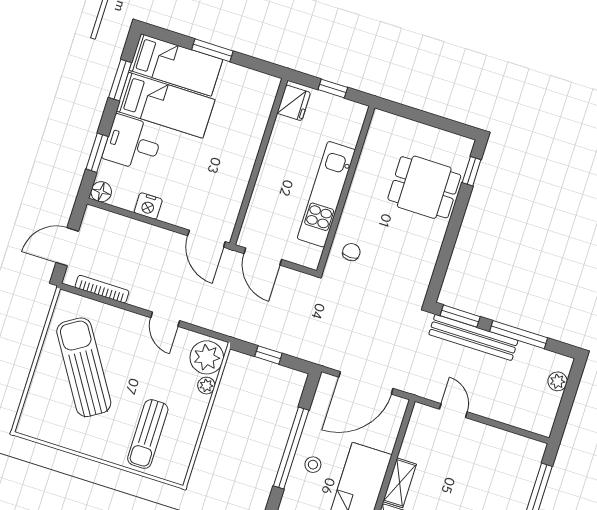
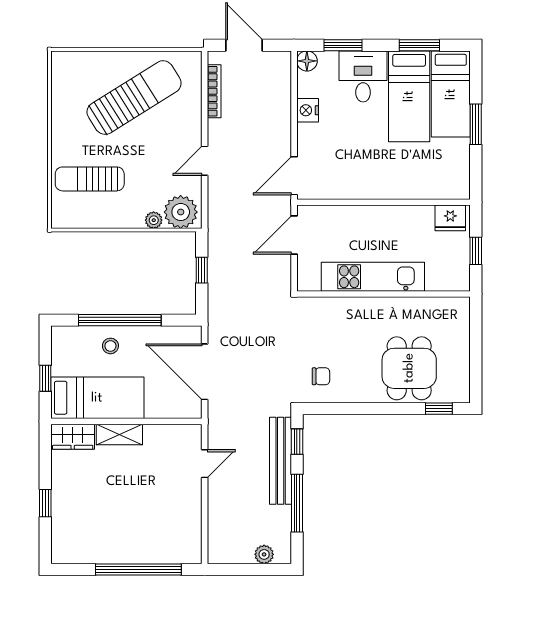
chair: (351, 252) -> (321, 376), moved
window: (460, 316) -> (297, 442), width x0.67

